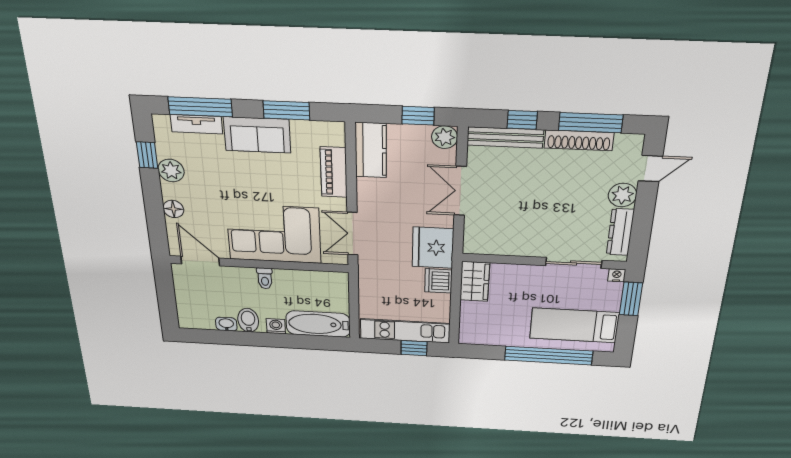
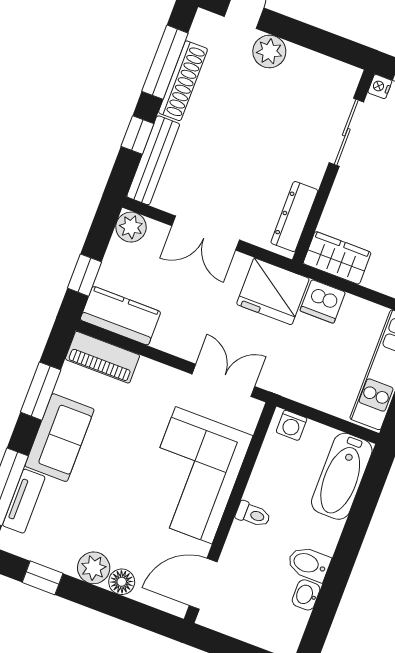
window: (418, 116) -> (84, 275), moved
plant: (171, 171) -> (94, 568), moved
piano: (334, 172) -> (103, 357), moved
dresser: (620, 232) -> (294, 217), moved, turned 90
double door: (352, 234) -> (223, 380), swing flipped
washing machine: (276, 326) -> (292, 425), moved, turned -90

